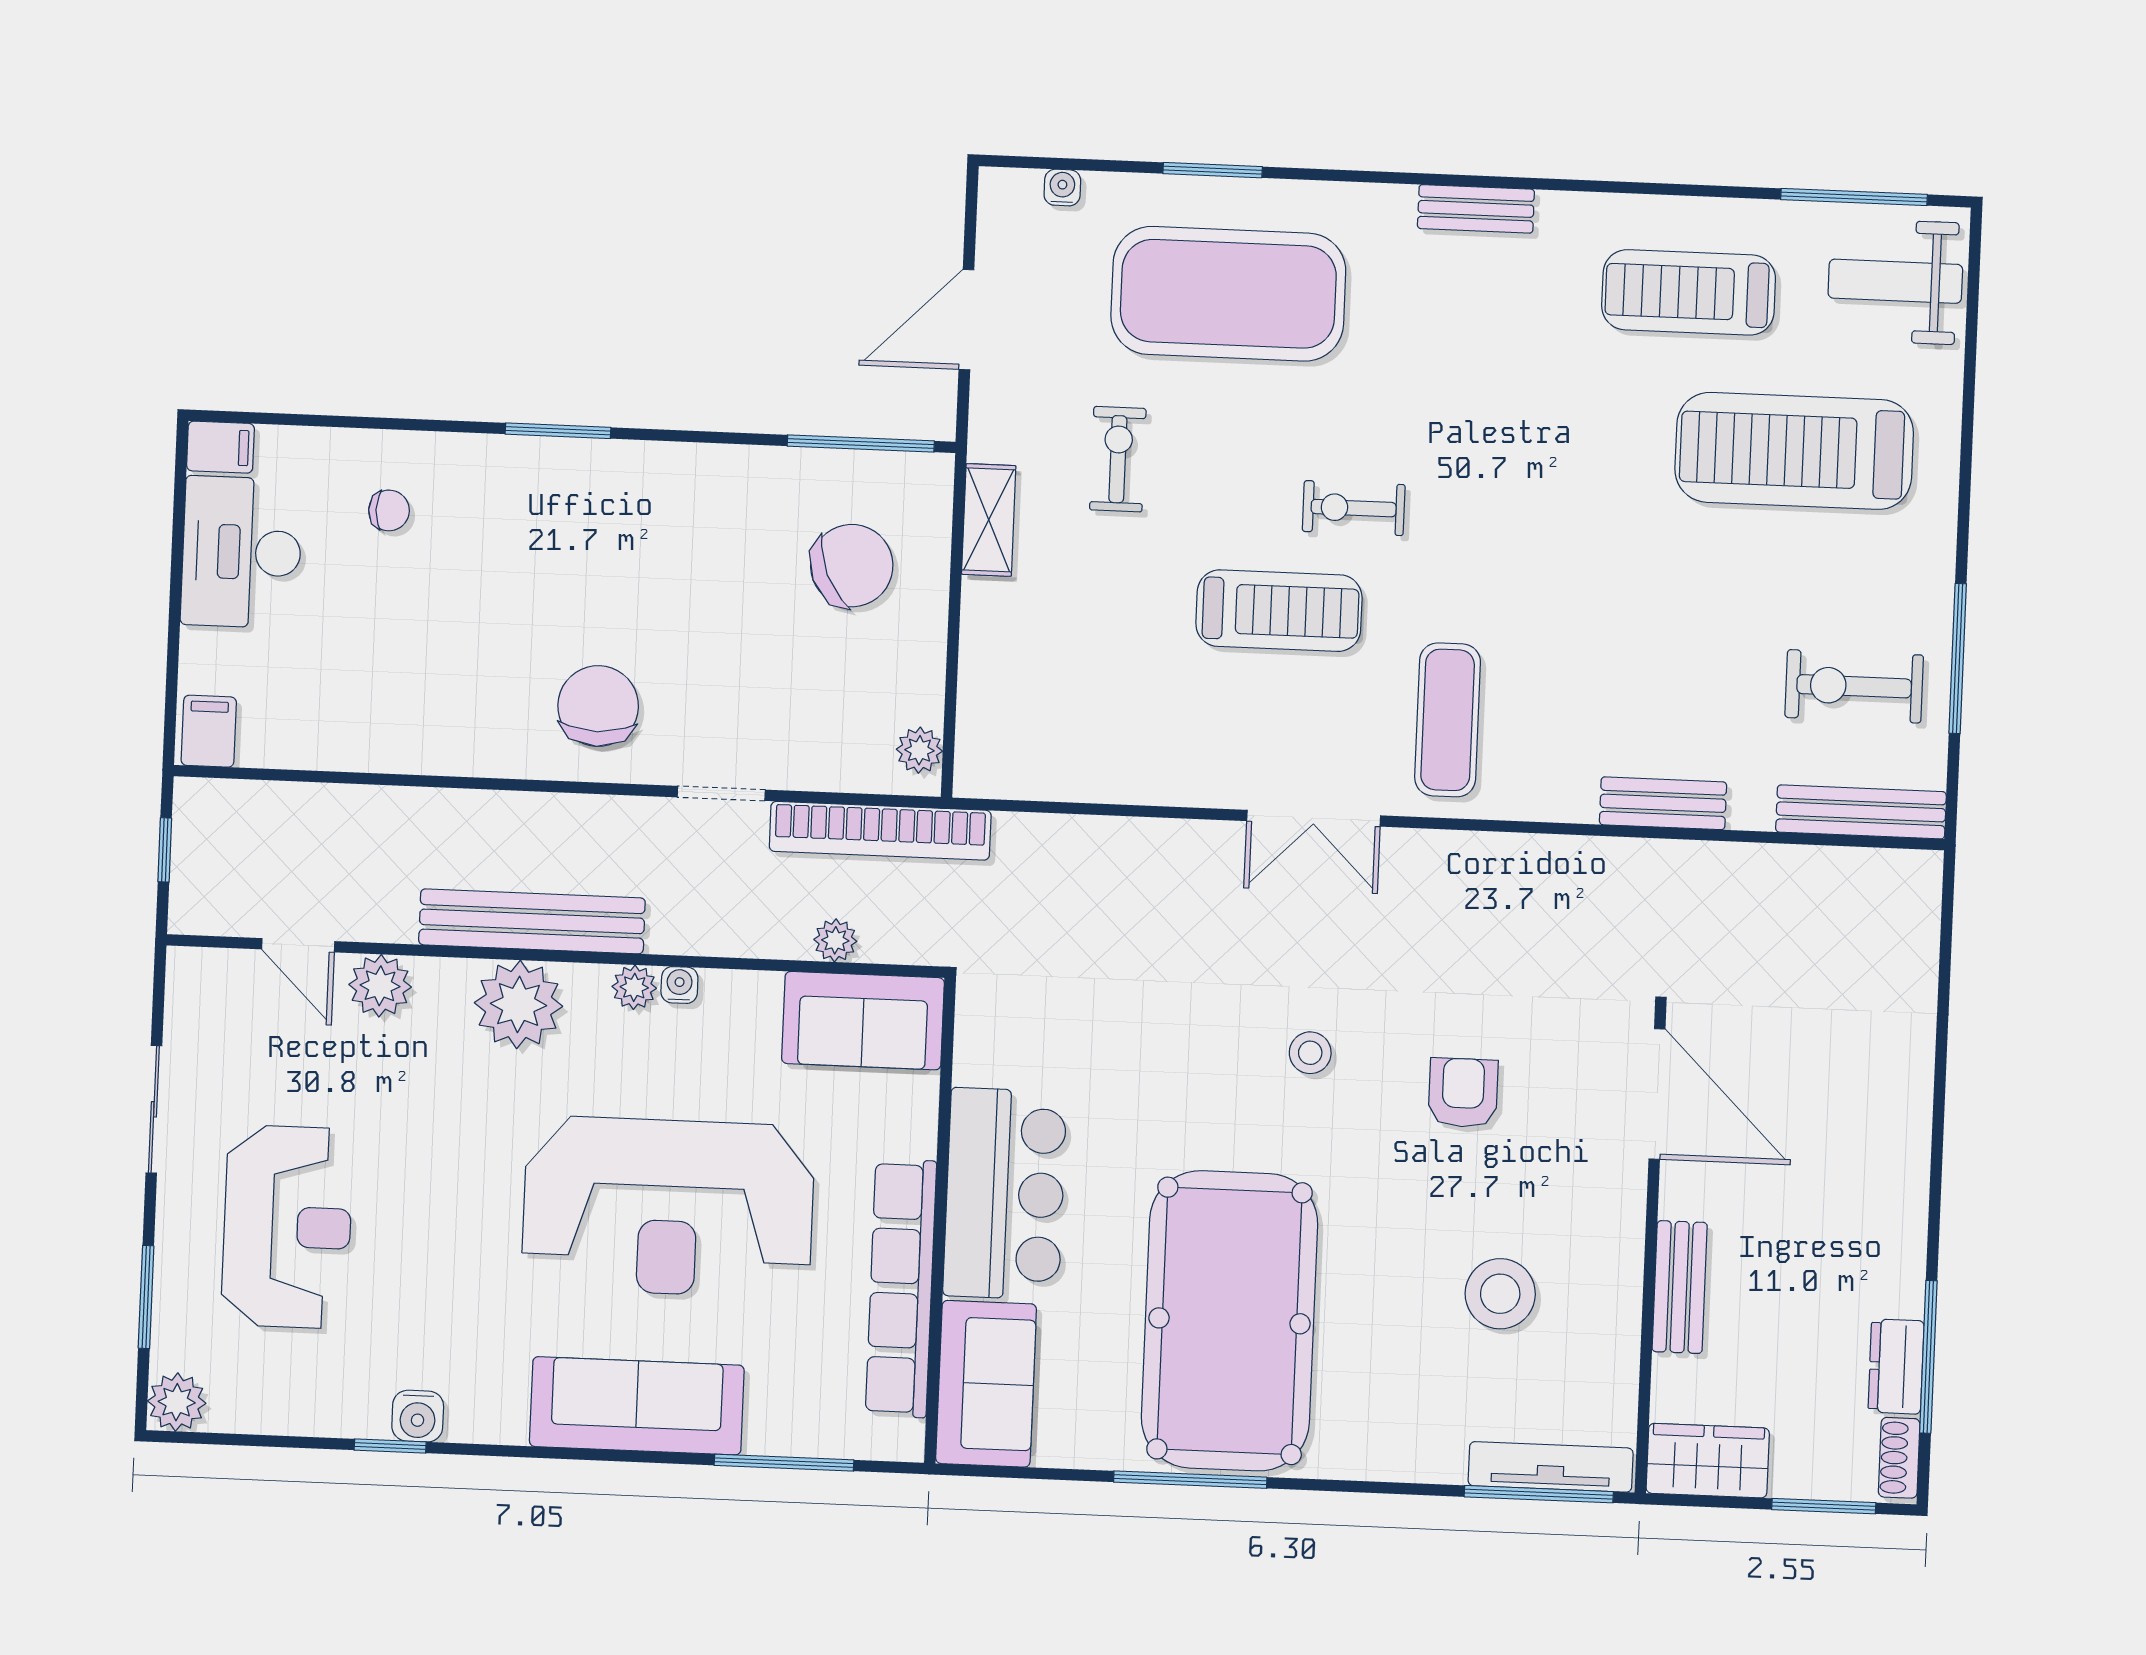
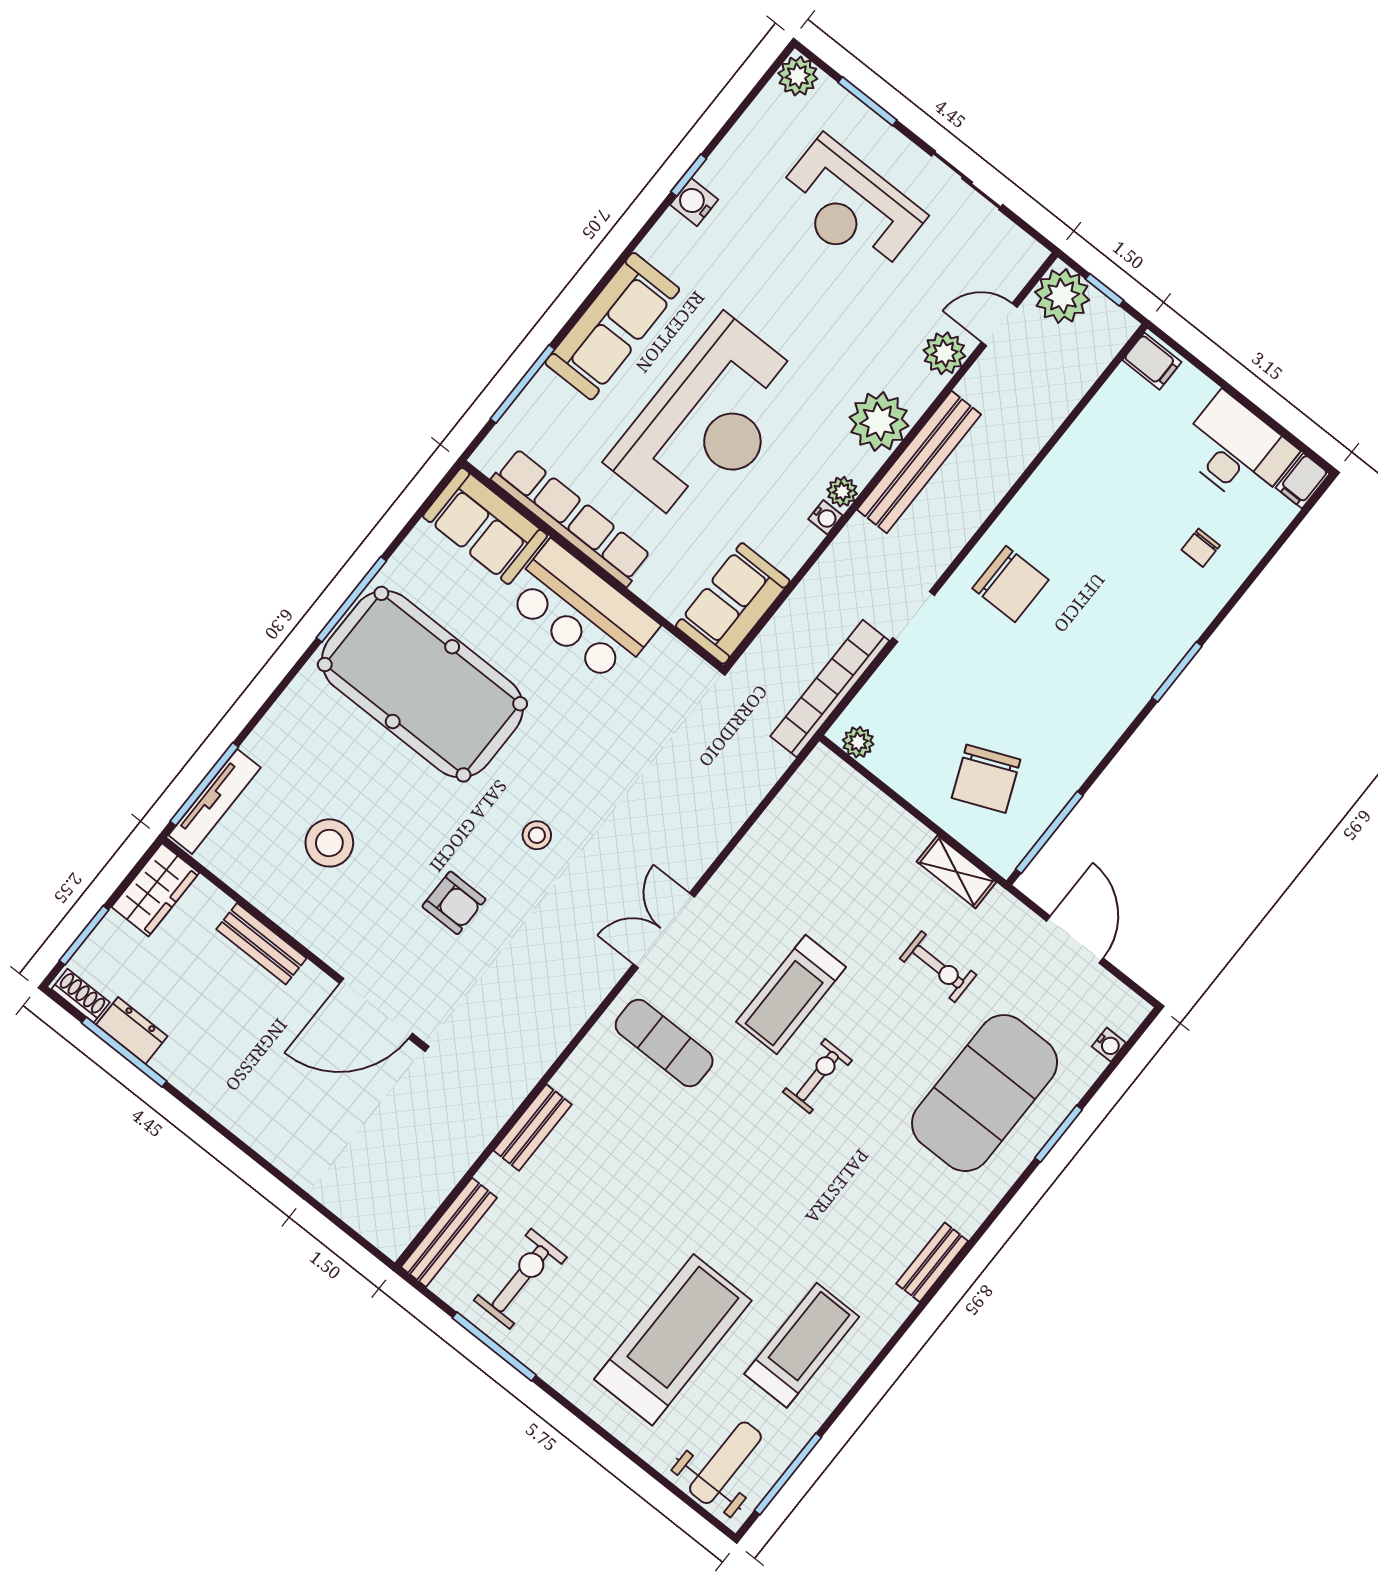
plant: (835, 940) -> (1062, 296), moved, width x1.88, depth x1.88
reception desk: (668, 1207) -> (709, 423), turned 180

